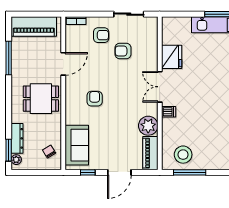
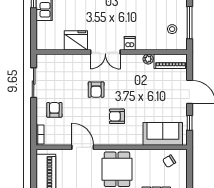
armchair: (123, 51) -> (96, 90), moved
plant: (148, 126) -> (148, 59), width x0.53, depth x0.53
stool: (183, 155) -> (172, 29), width x0.53, depth x0.53

